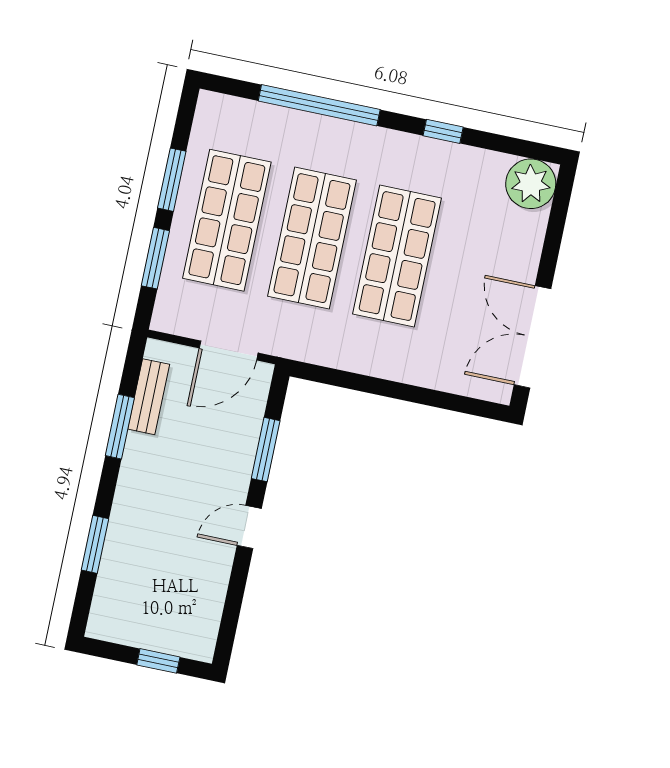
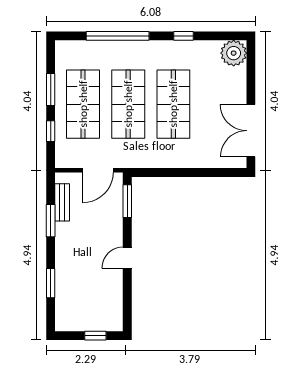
window: (155, 258) -> (51, 131), width x0.67
window: (266, 450) -> (127, 201), moved

